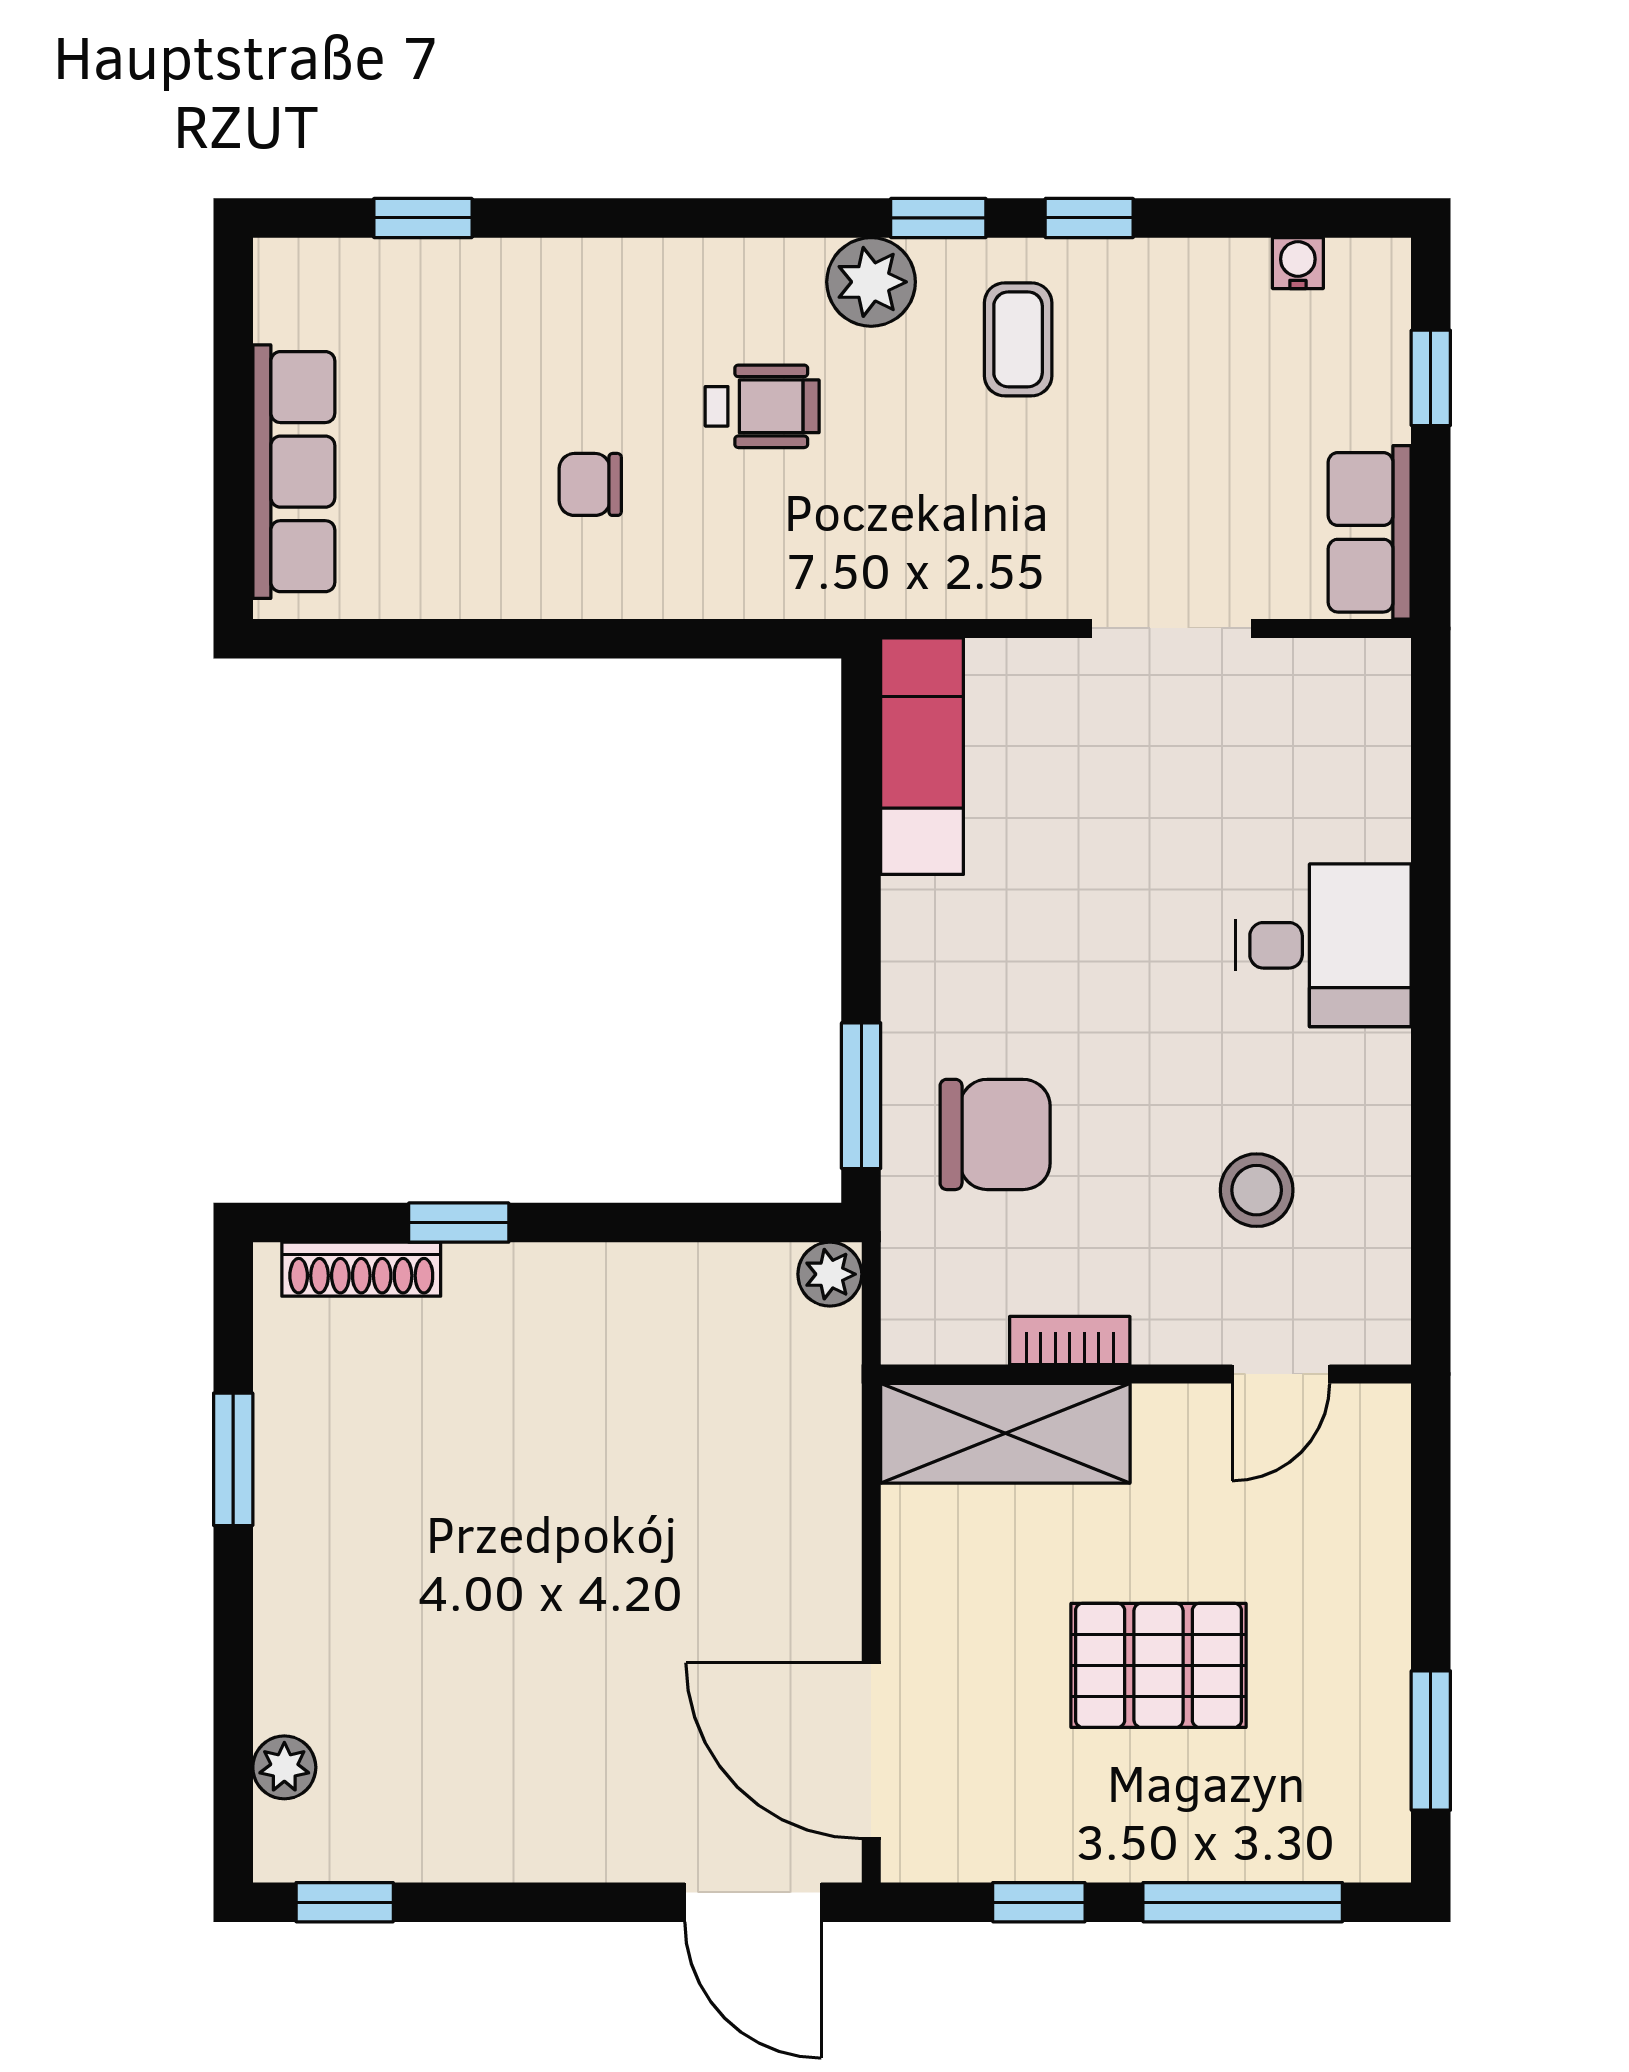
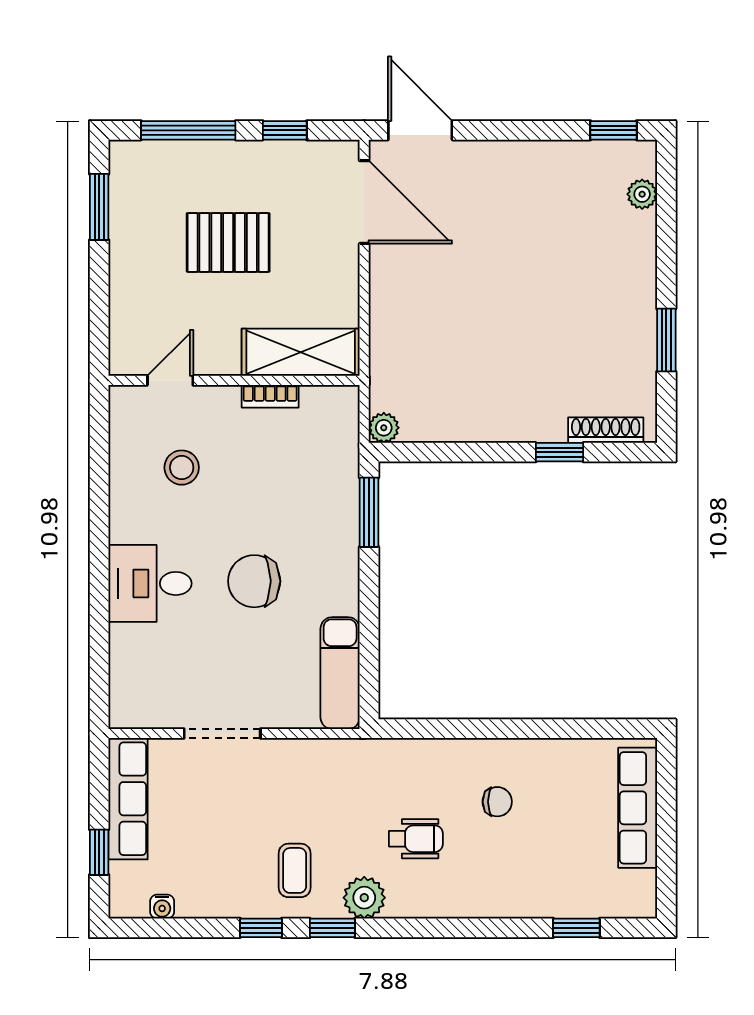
wheelchair: (762, 406) -> (416, 839), turned 180
row of seats: (1370, 532) -> (128, 799), width x1.48
chair: (995, 1134) -> (254, 581), moved

